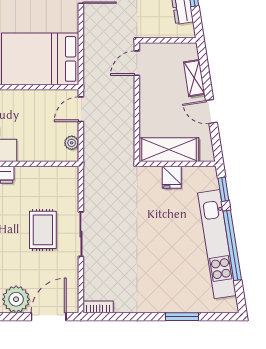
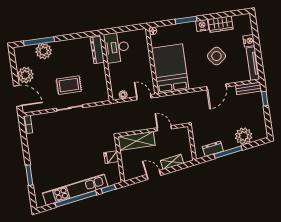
door: (137, 63) -> (164, 128), moved
door: (211, 111) -> (154, 175), hinge flipped
shelving: (169, 150) -> (136, 141), moved, turned 90

